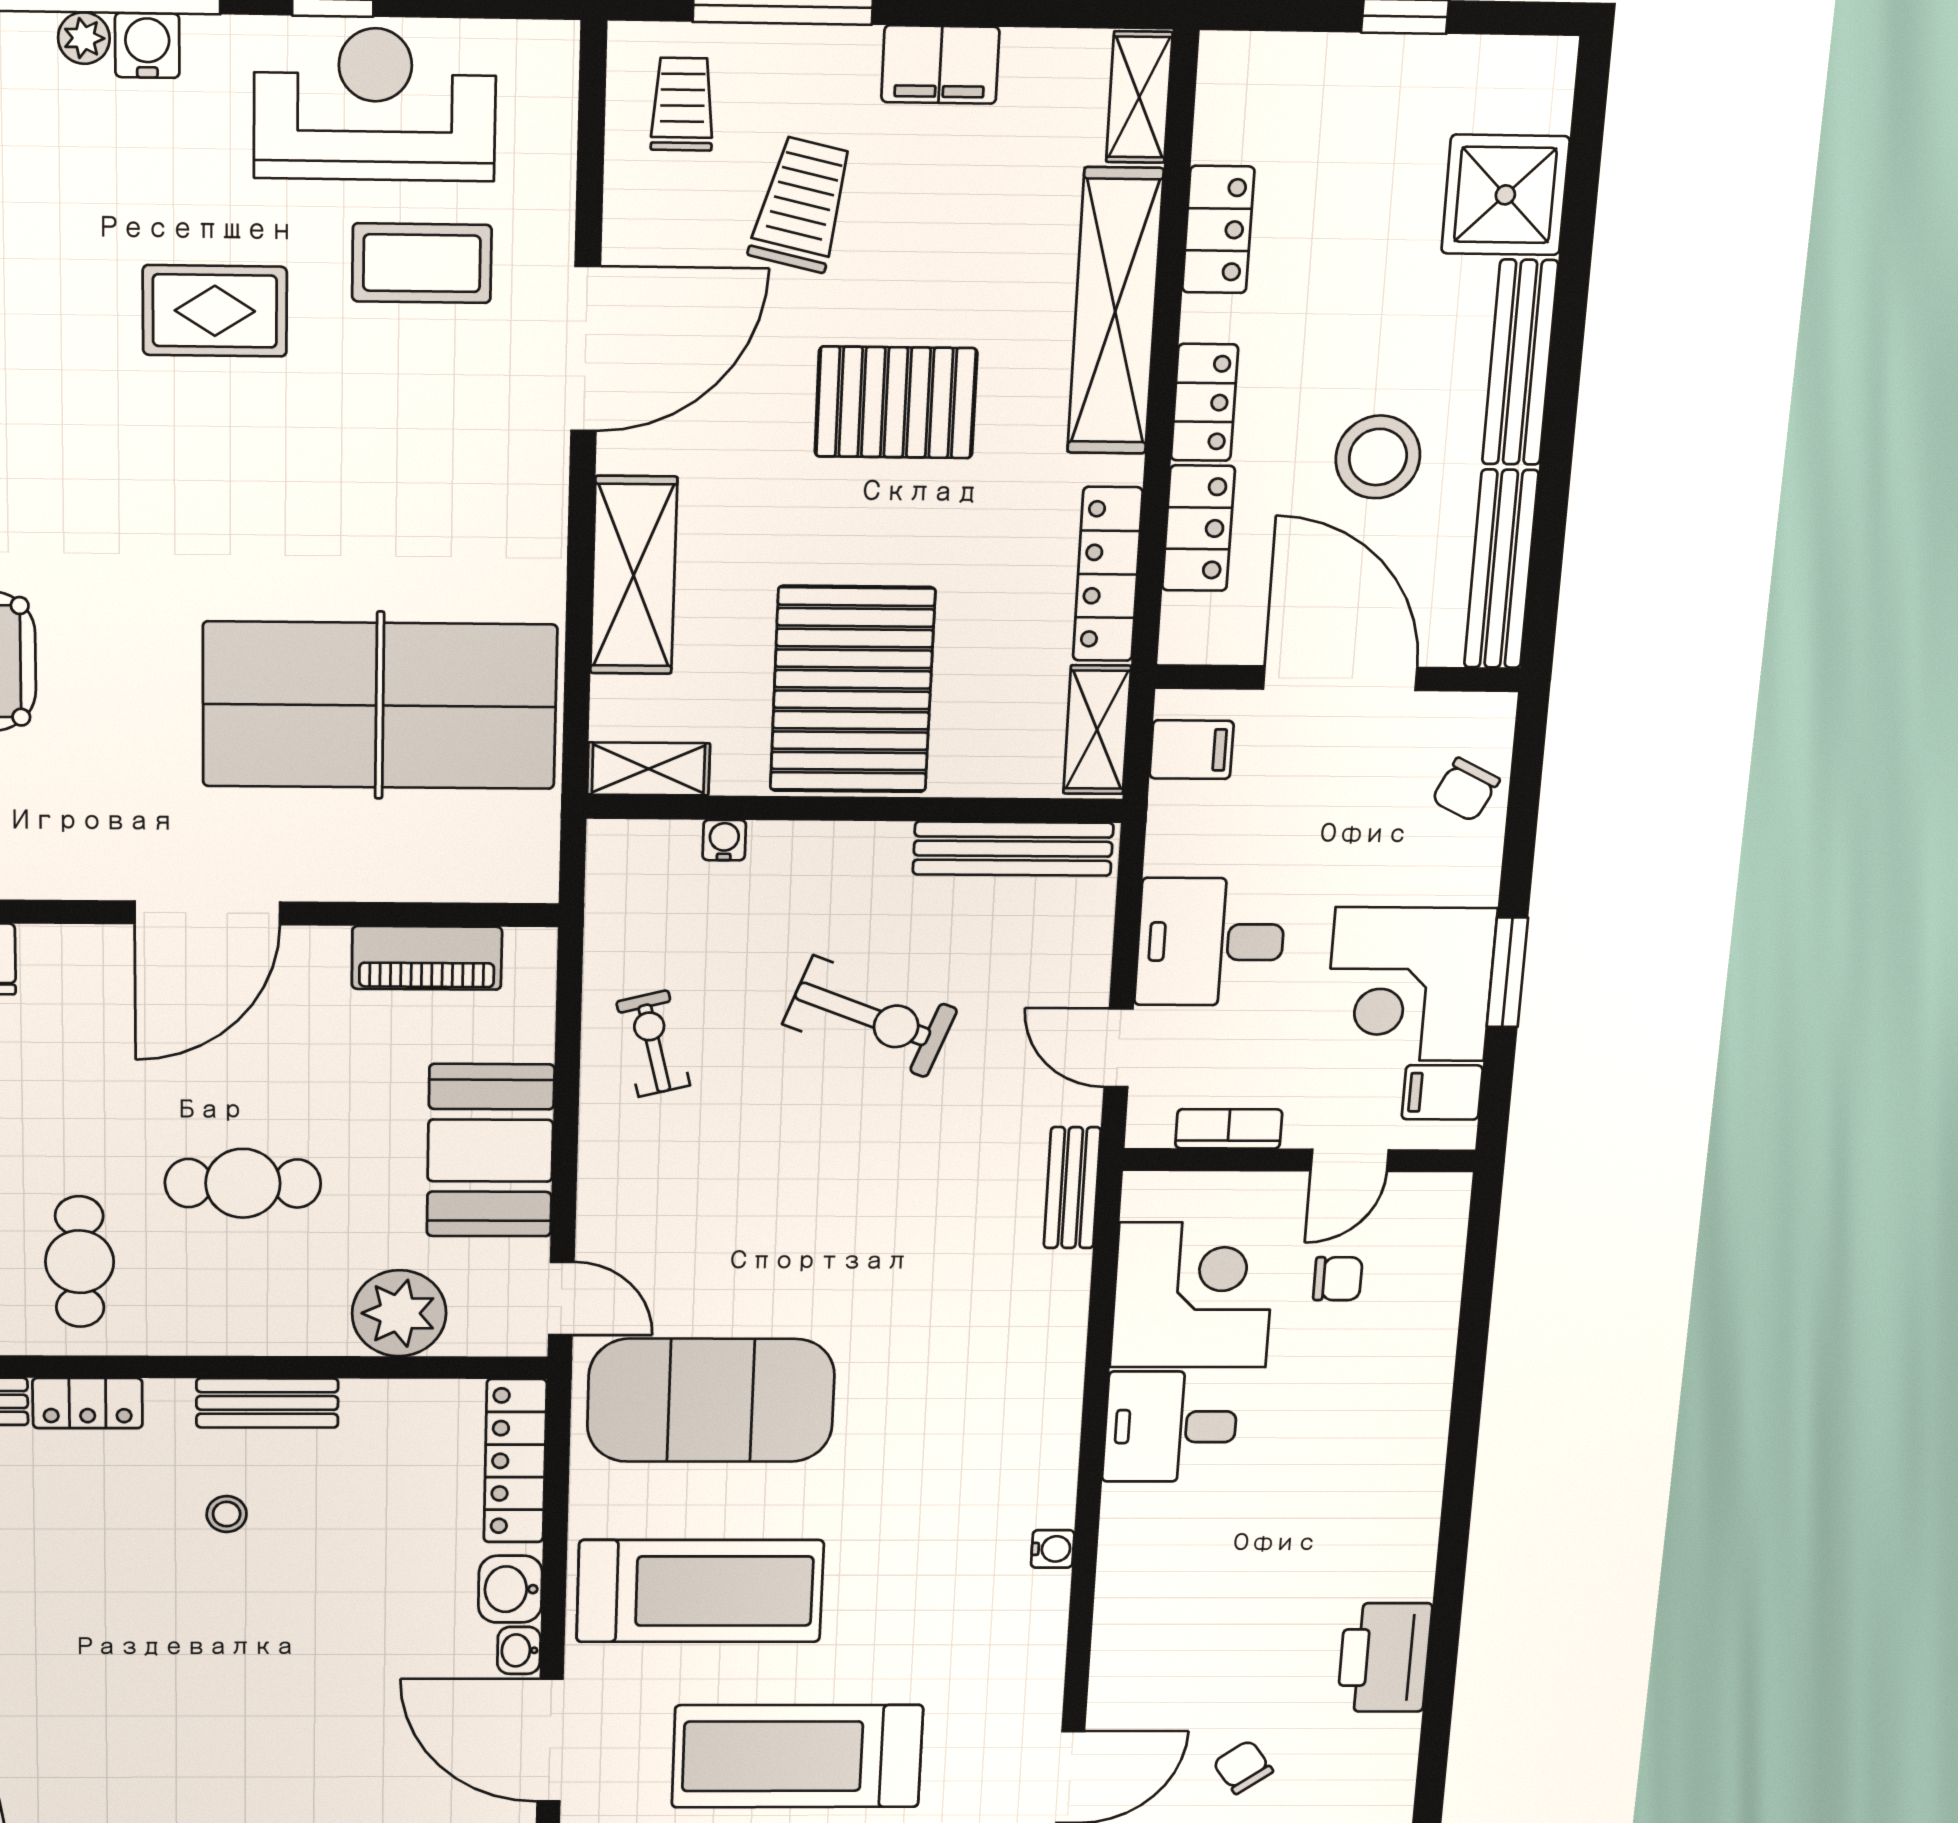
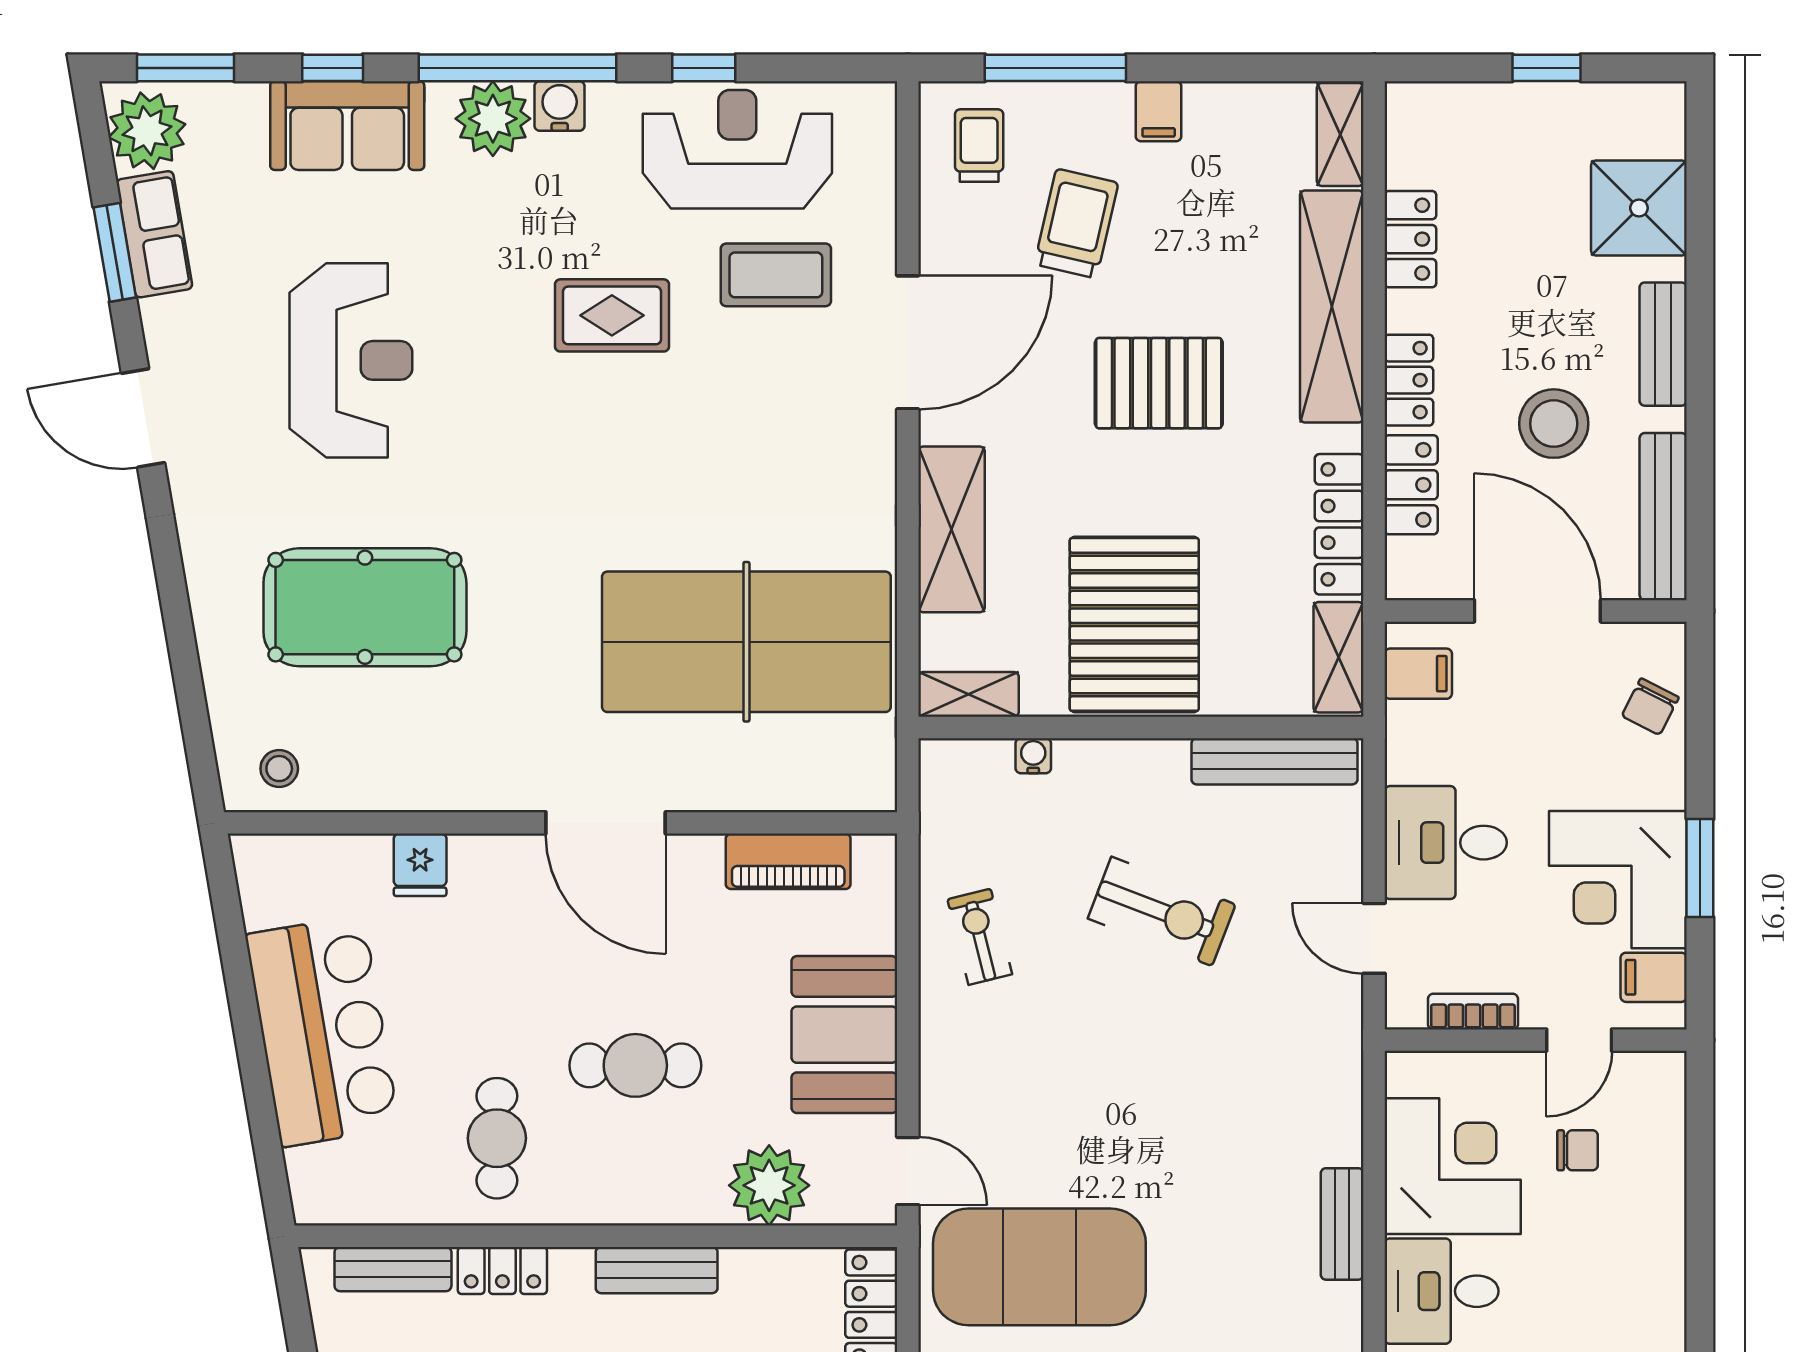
plant: (84, 38) -> (493, 119), width x1.88, depth x1.88
filing cabinet: (940, 65) -> (1159, 111), width x0.50
bench: (1520, 363) -> (1663, 344), width x0.73
door: (207, 913) -> (606, 823), hinge flipped
bench: (1072, 1188) -> (1342, 1224), moved

